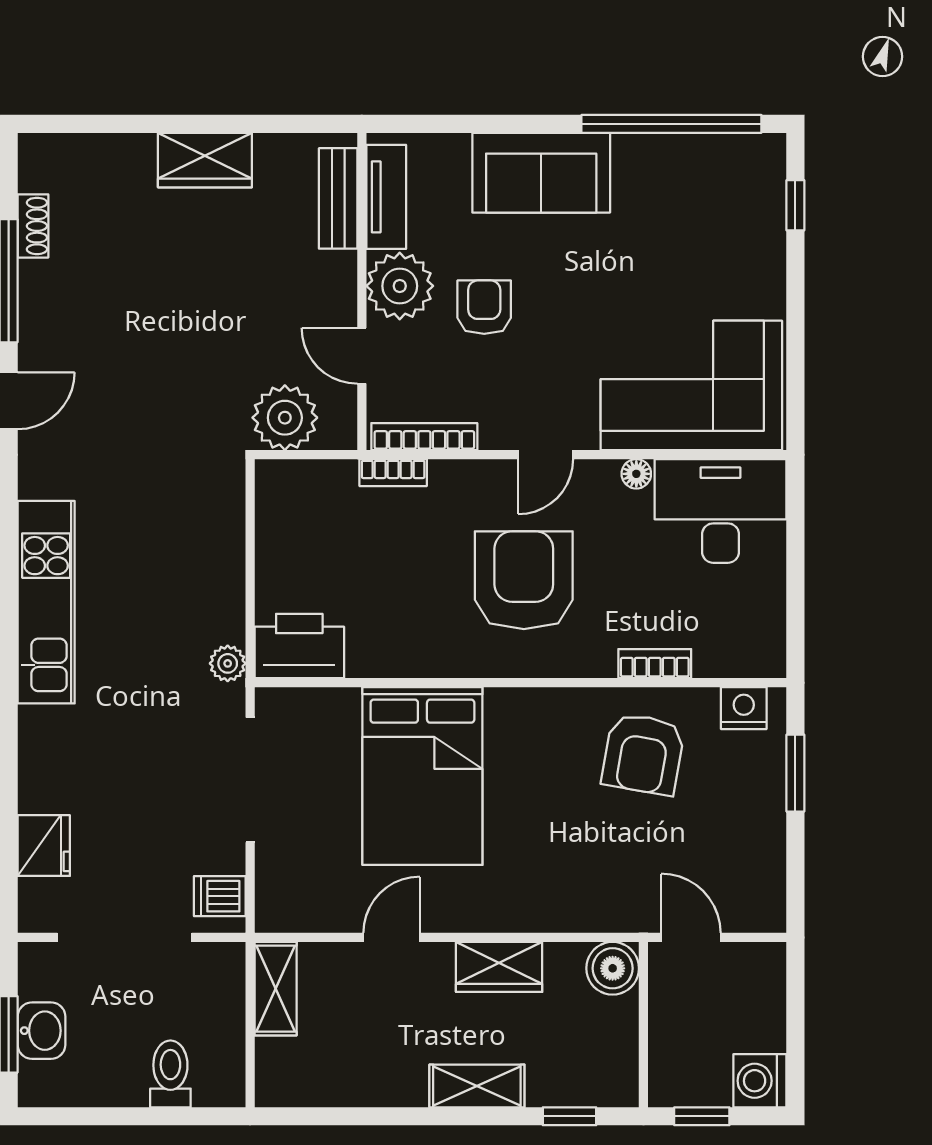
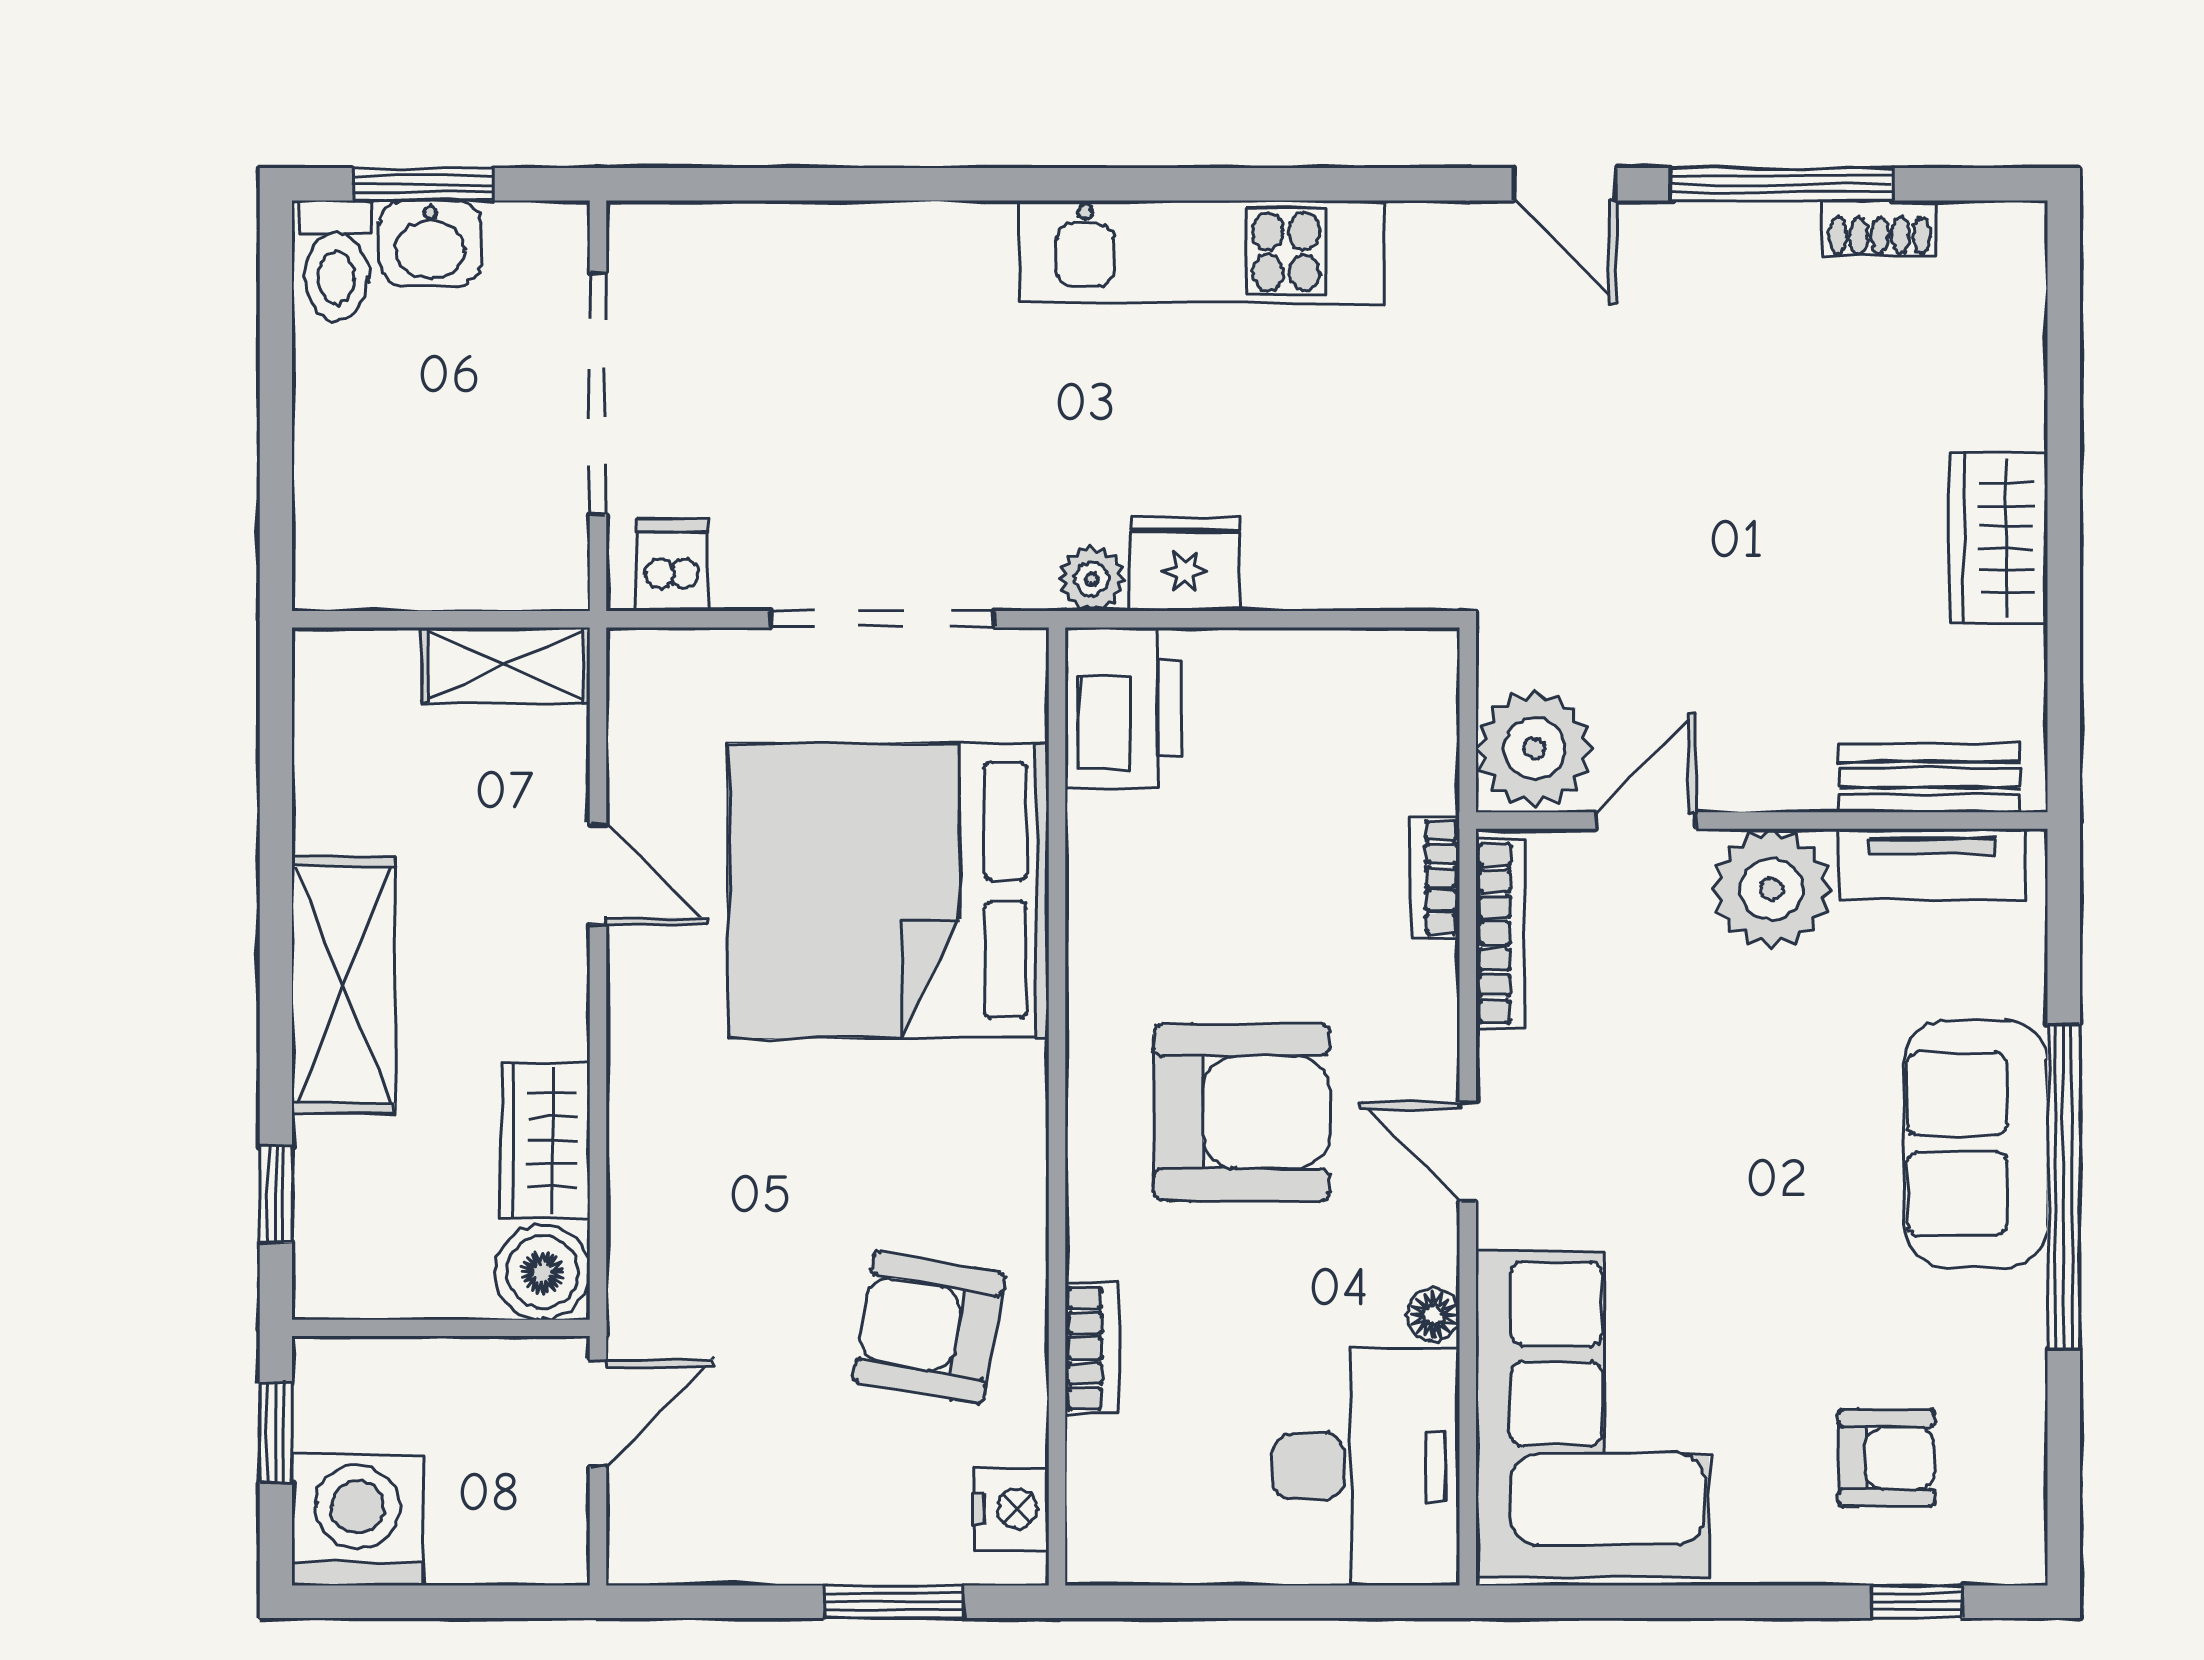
window: (671, 124) -> (2064, 1187), moved
armchair: (484, 307) -> (1887, 1458), moved
plant: (285, 418) -> (1534, 749), moved
bed: (422, 776) -> (889, 891), width x1.36
fridge: (44, 846) -> (1185, 564), moved, turned 180
wardrobe: (499, 967) -> (545, 1141), moved
toilet: (170, 1074) -> (336, 261), moved, turned 90
washing machine: (760, 1081) -> (358, 1520), width x1.37, depth x1.37
shelving: (477, 1086) -> (343, 985), width x1.50, depth x1.33

